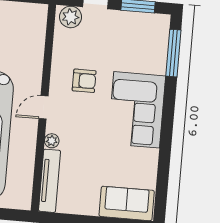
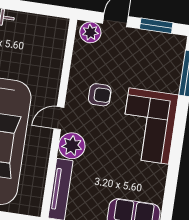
plant: (52, 141) -> (72, 146), width x1.88, depth x1.88

